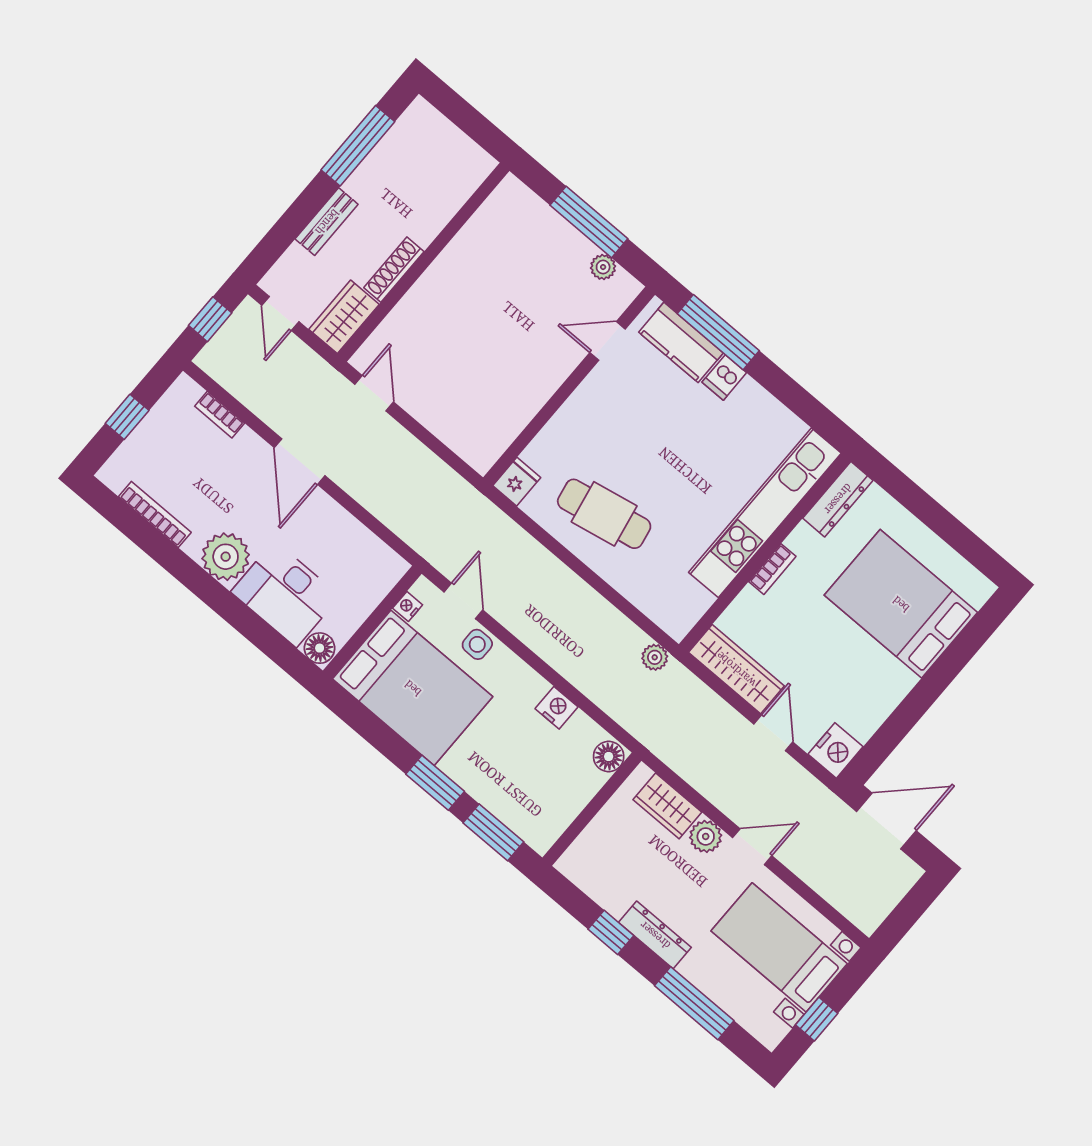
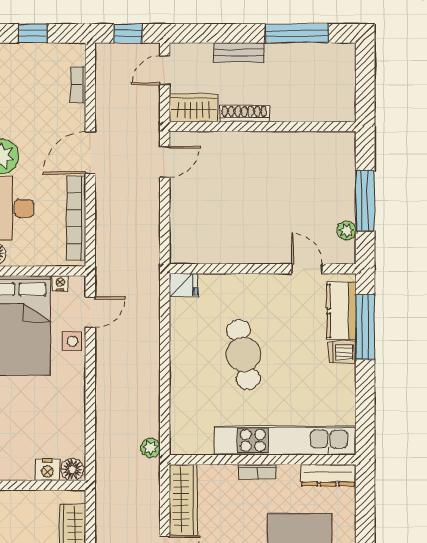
cafe table: (604, 514) -> (243, 354), moved
bookcase: (355, 534) -> (76, 218), added
nightstand: (557, 708) -> (47, 470), moved, turned 90

